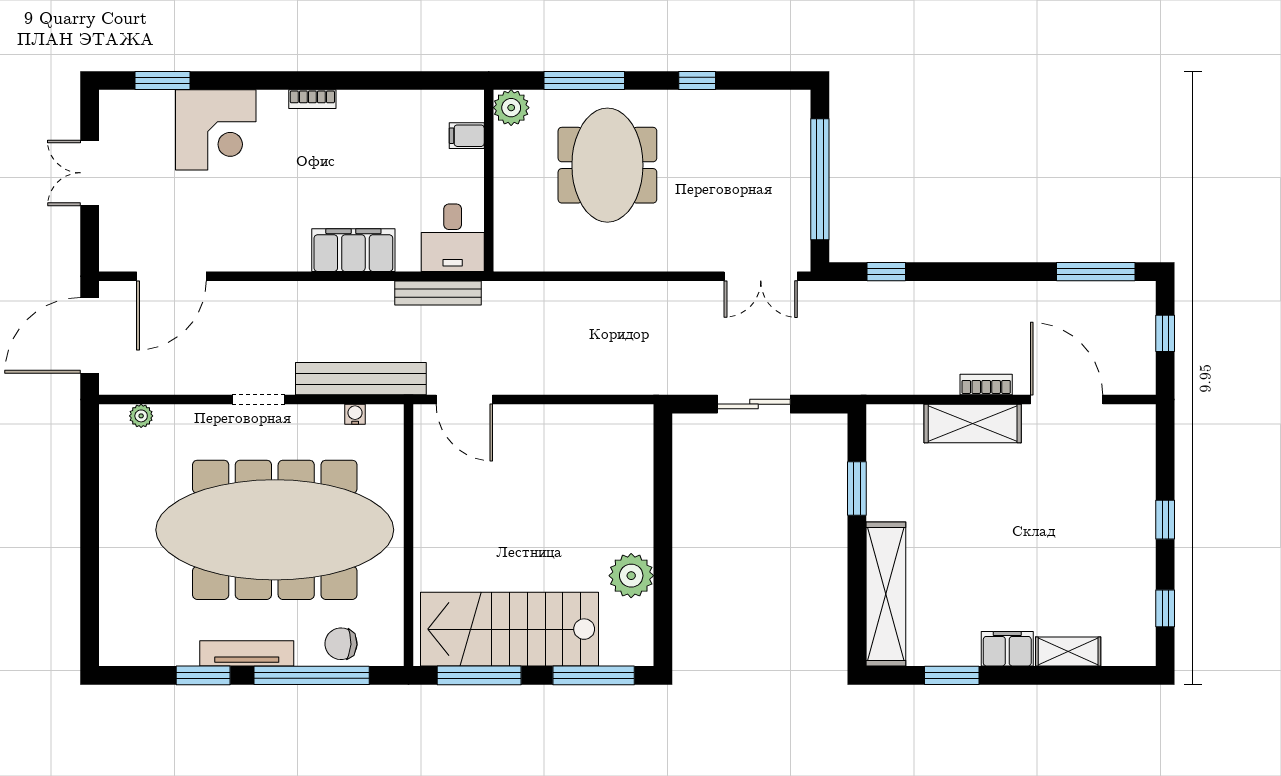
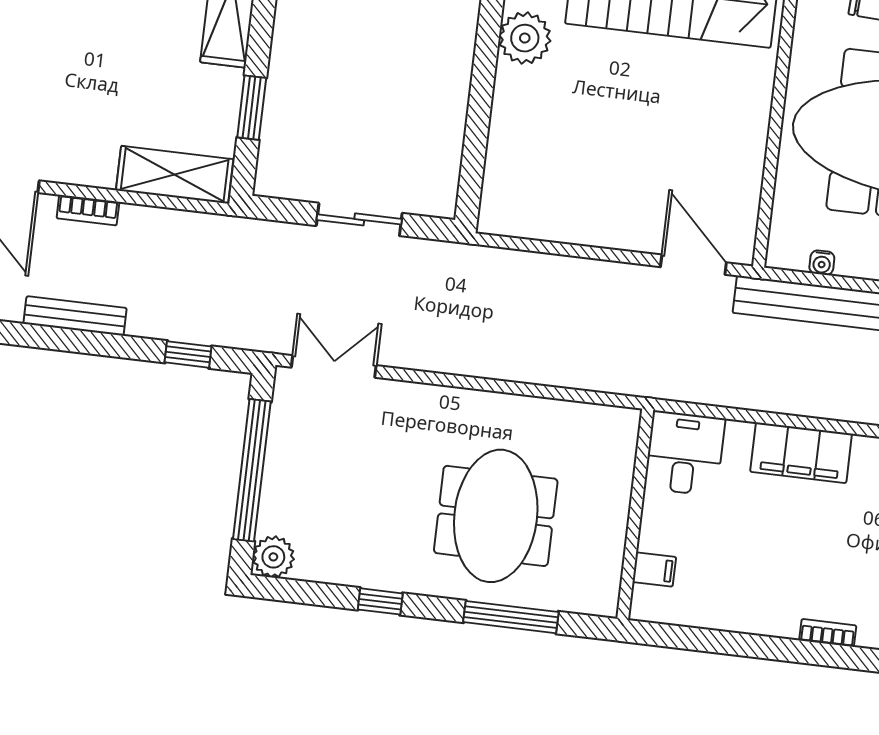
plant: (511, 108) -> (273, 557), moved
bench: (438, 293) -> (75, 316), moved
shelving: (973, 423) -> (175, 175), moved

